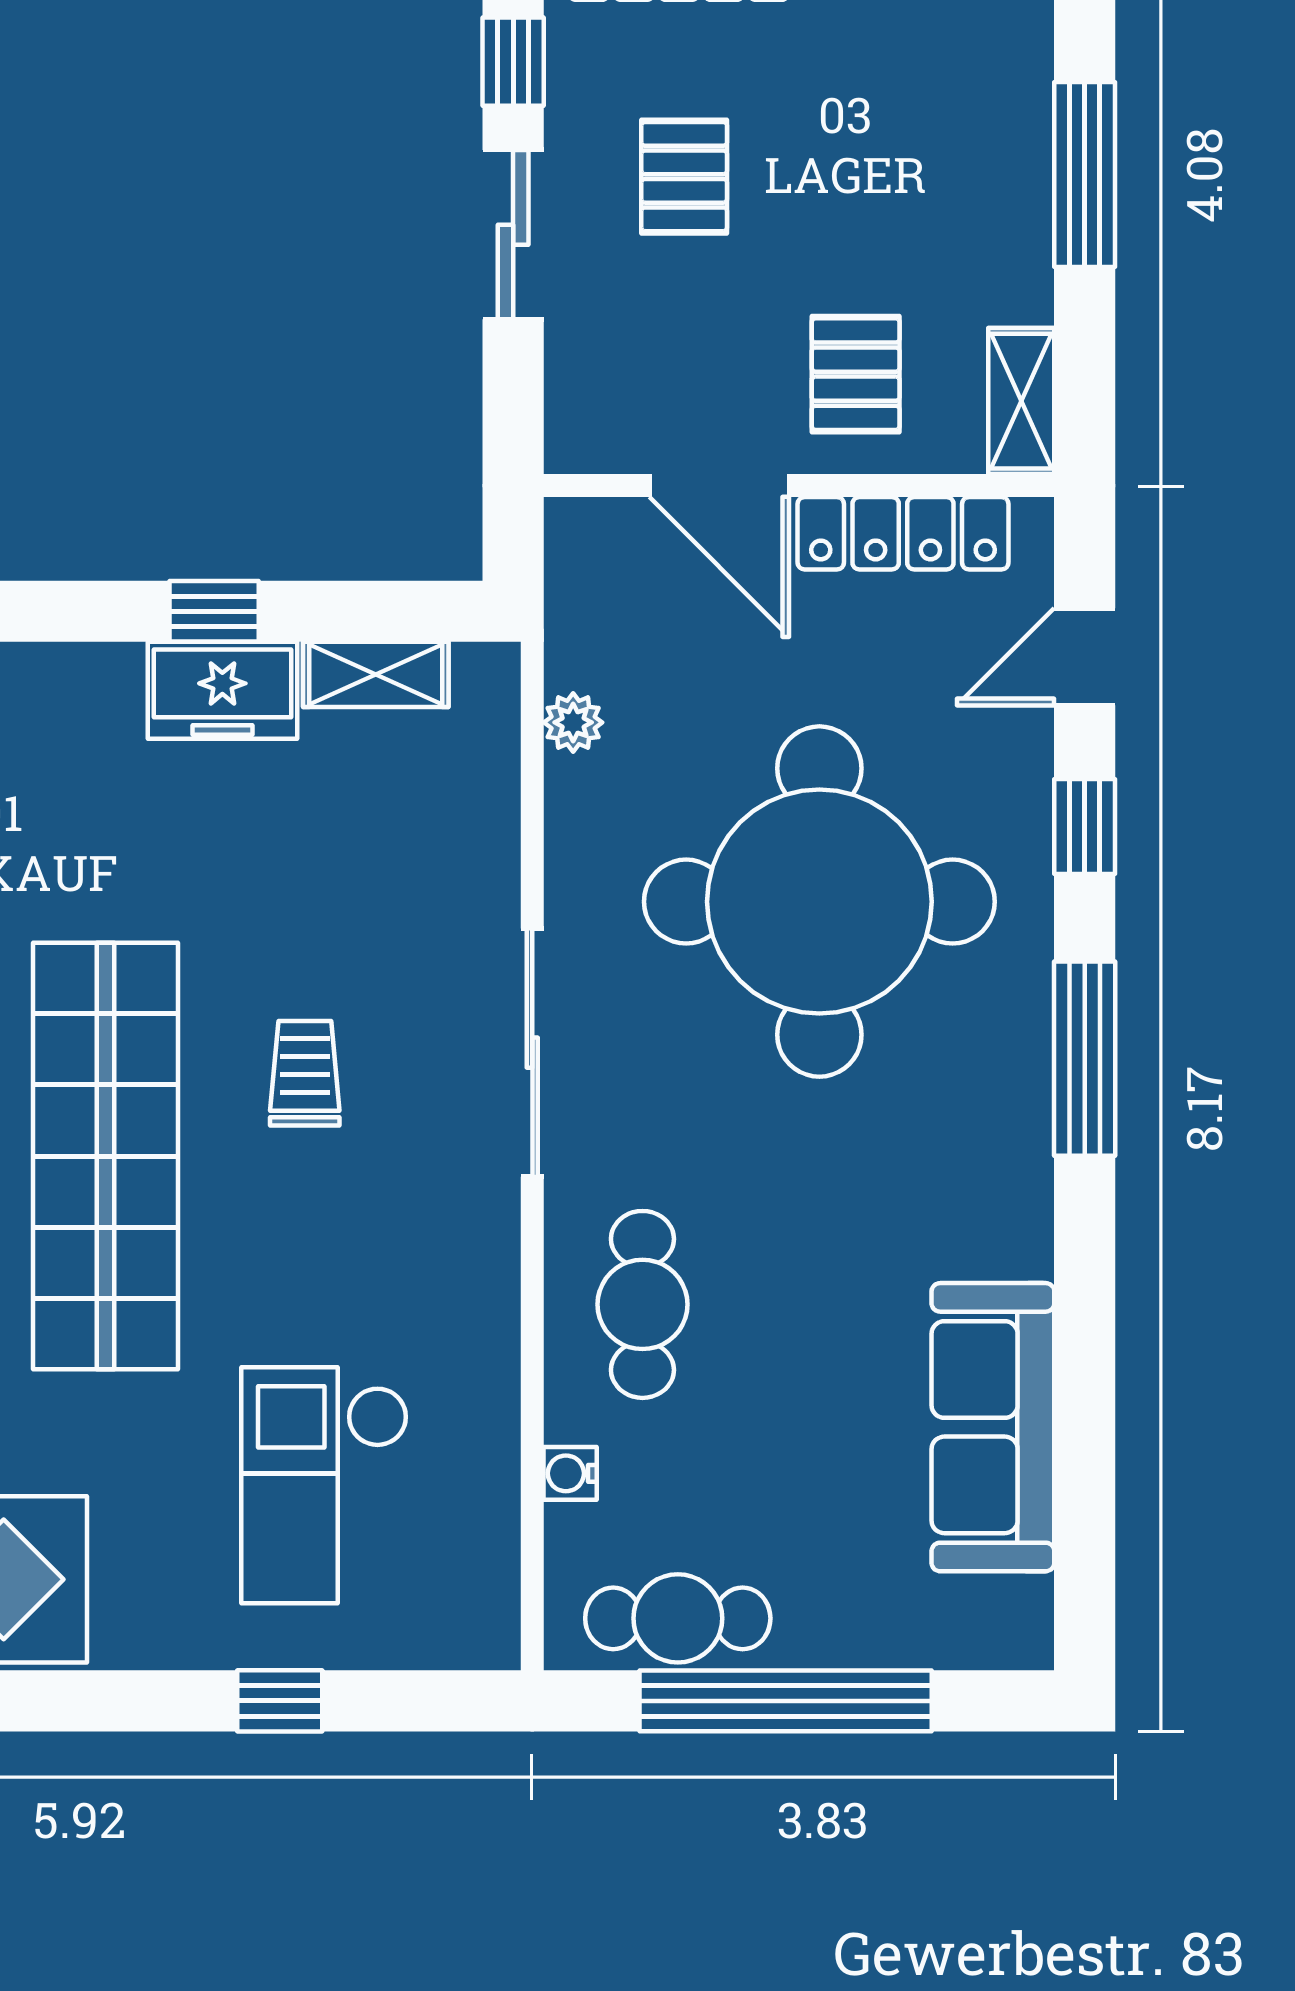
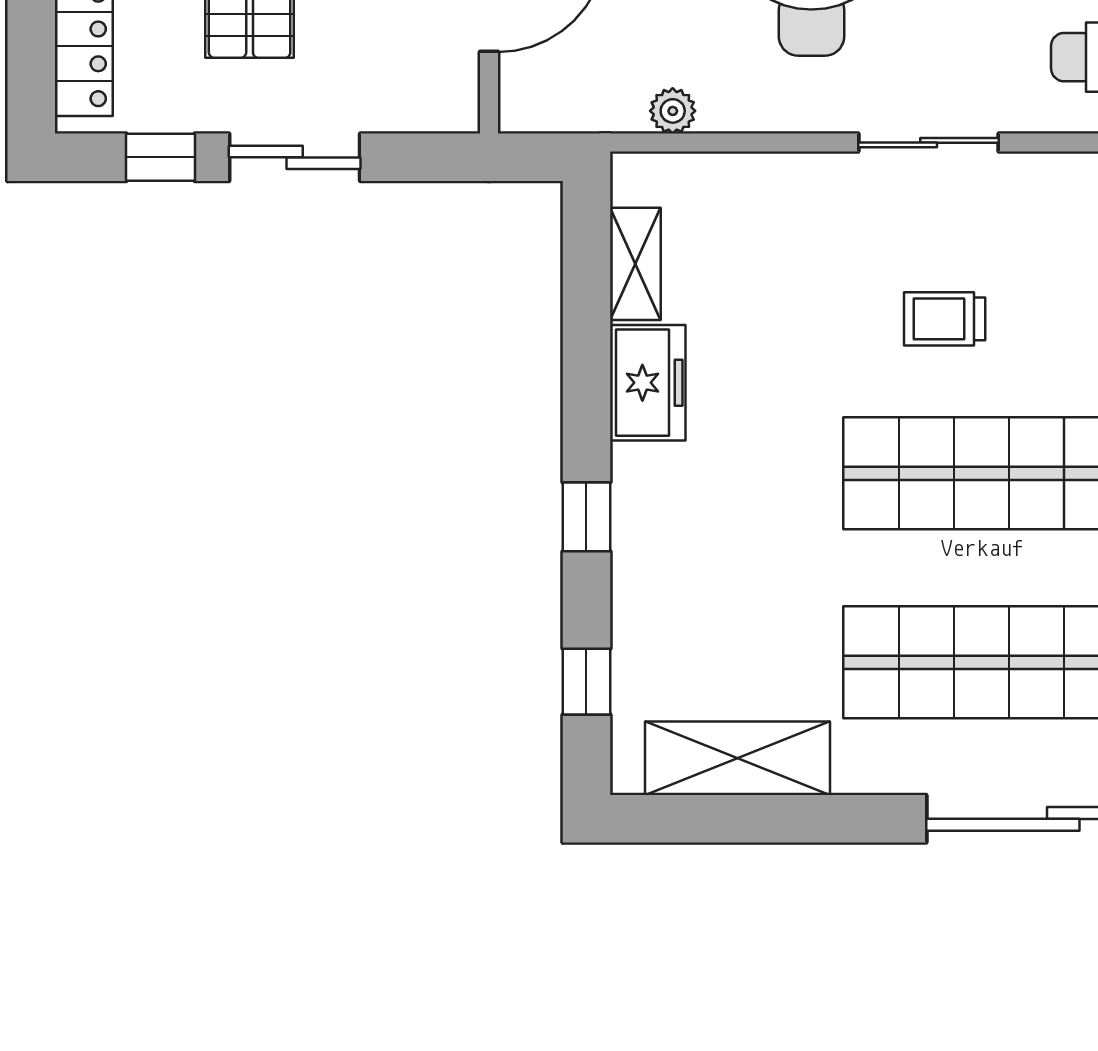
window: (214, 611) -> (586, 517), moved
sliding door: (532, 1053) -> (929, 143), width x0.73

